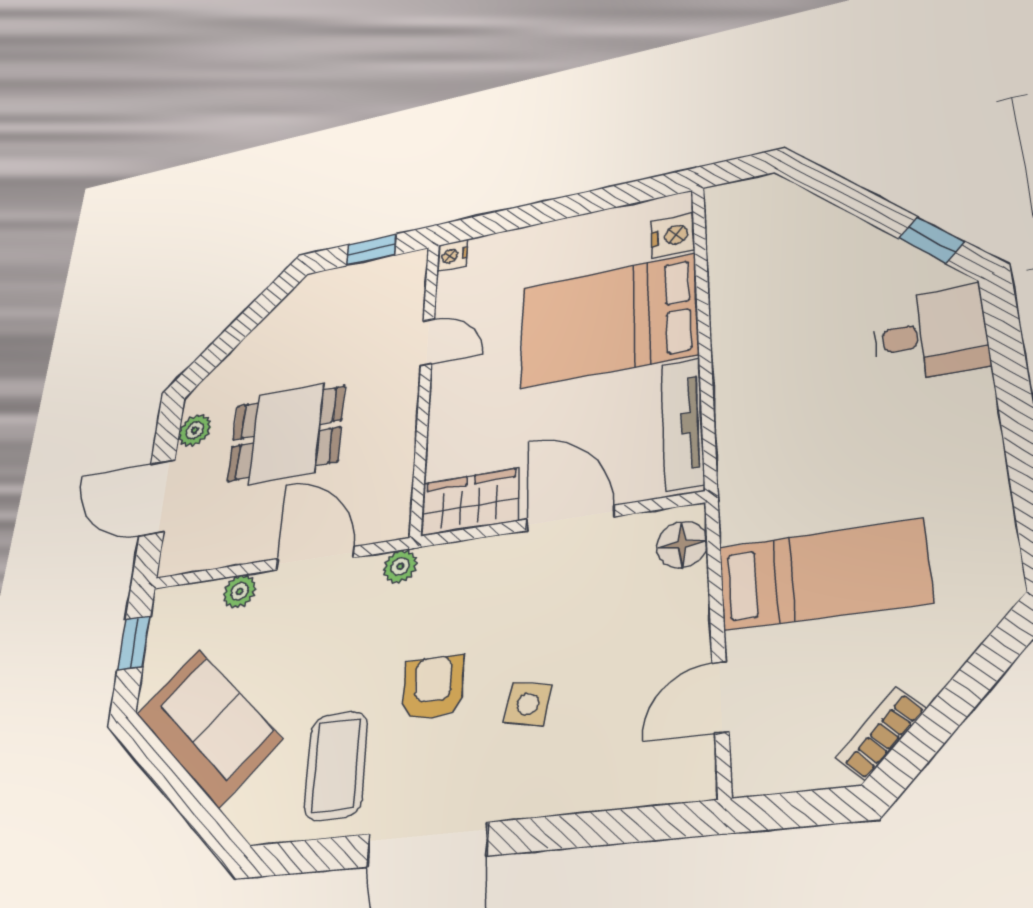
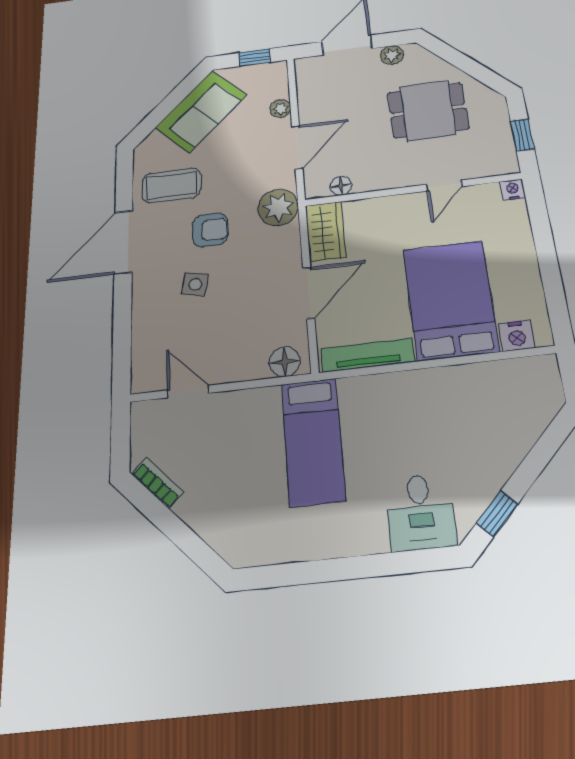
dining table: (286, 433) -> (428, 111), moved, turned 90
floor lamp: (397, 486) -> (341, 186), added
plant: (400, 566) -> (278, 207), width x1.88, depth x1.88
bed: (823, 575) -> (313, 441), moved

